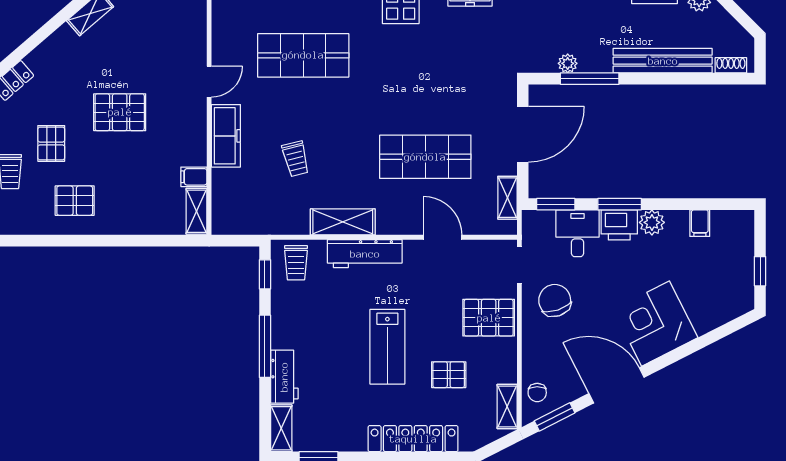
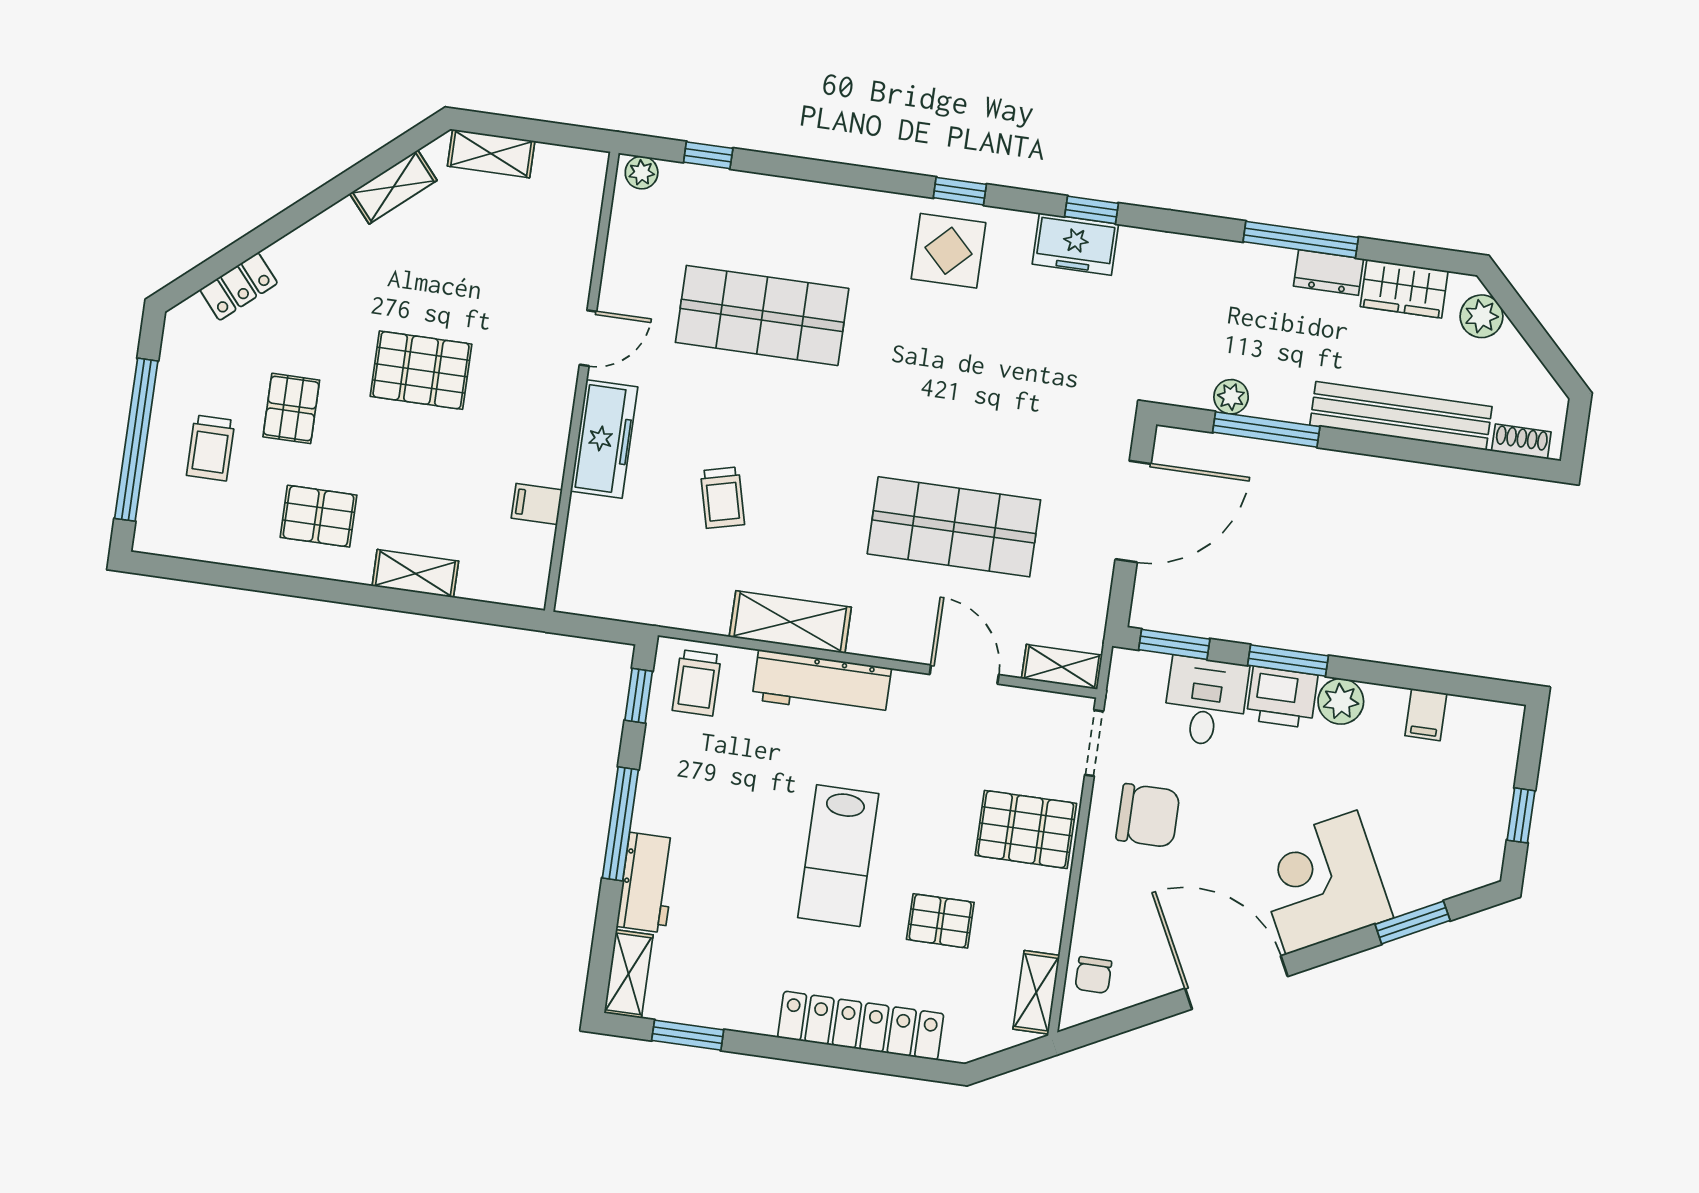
shelving: (507, 198) -> (1062, 667), moved, turned 90
shelving: (197, 211) -> (415, 574), moved, turned 90
chair: (555, 300) -> (1148, 816), turned 108
window: (555, 417) -> (1413, 922), moved

